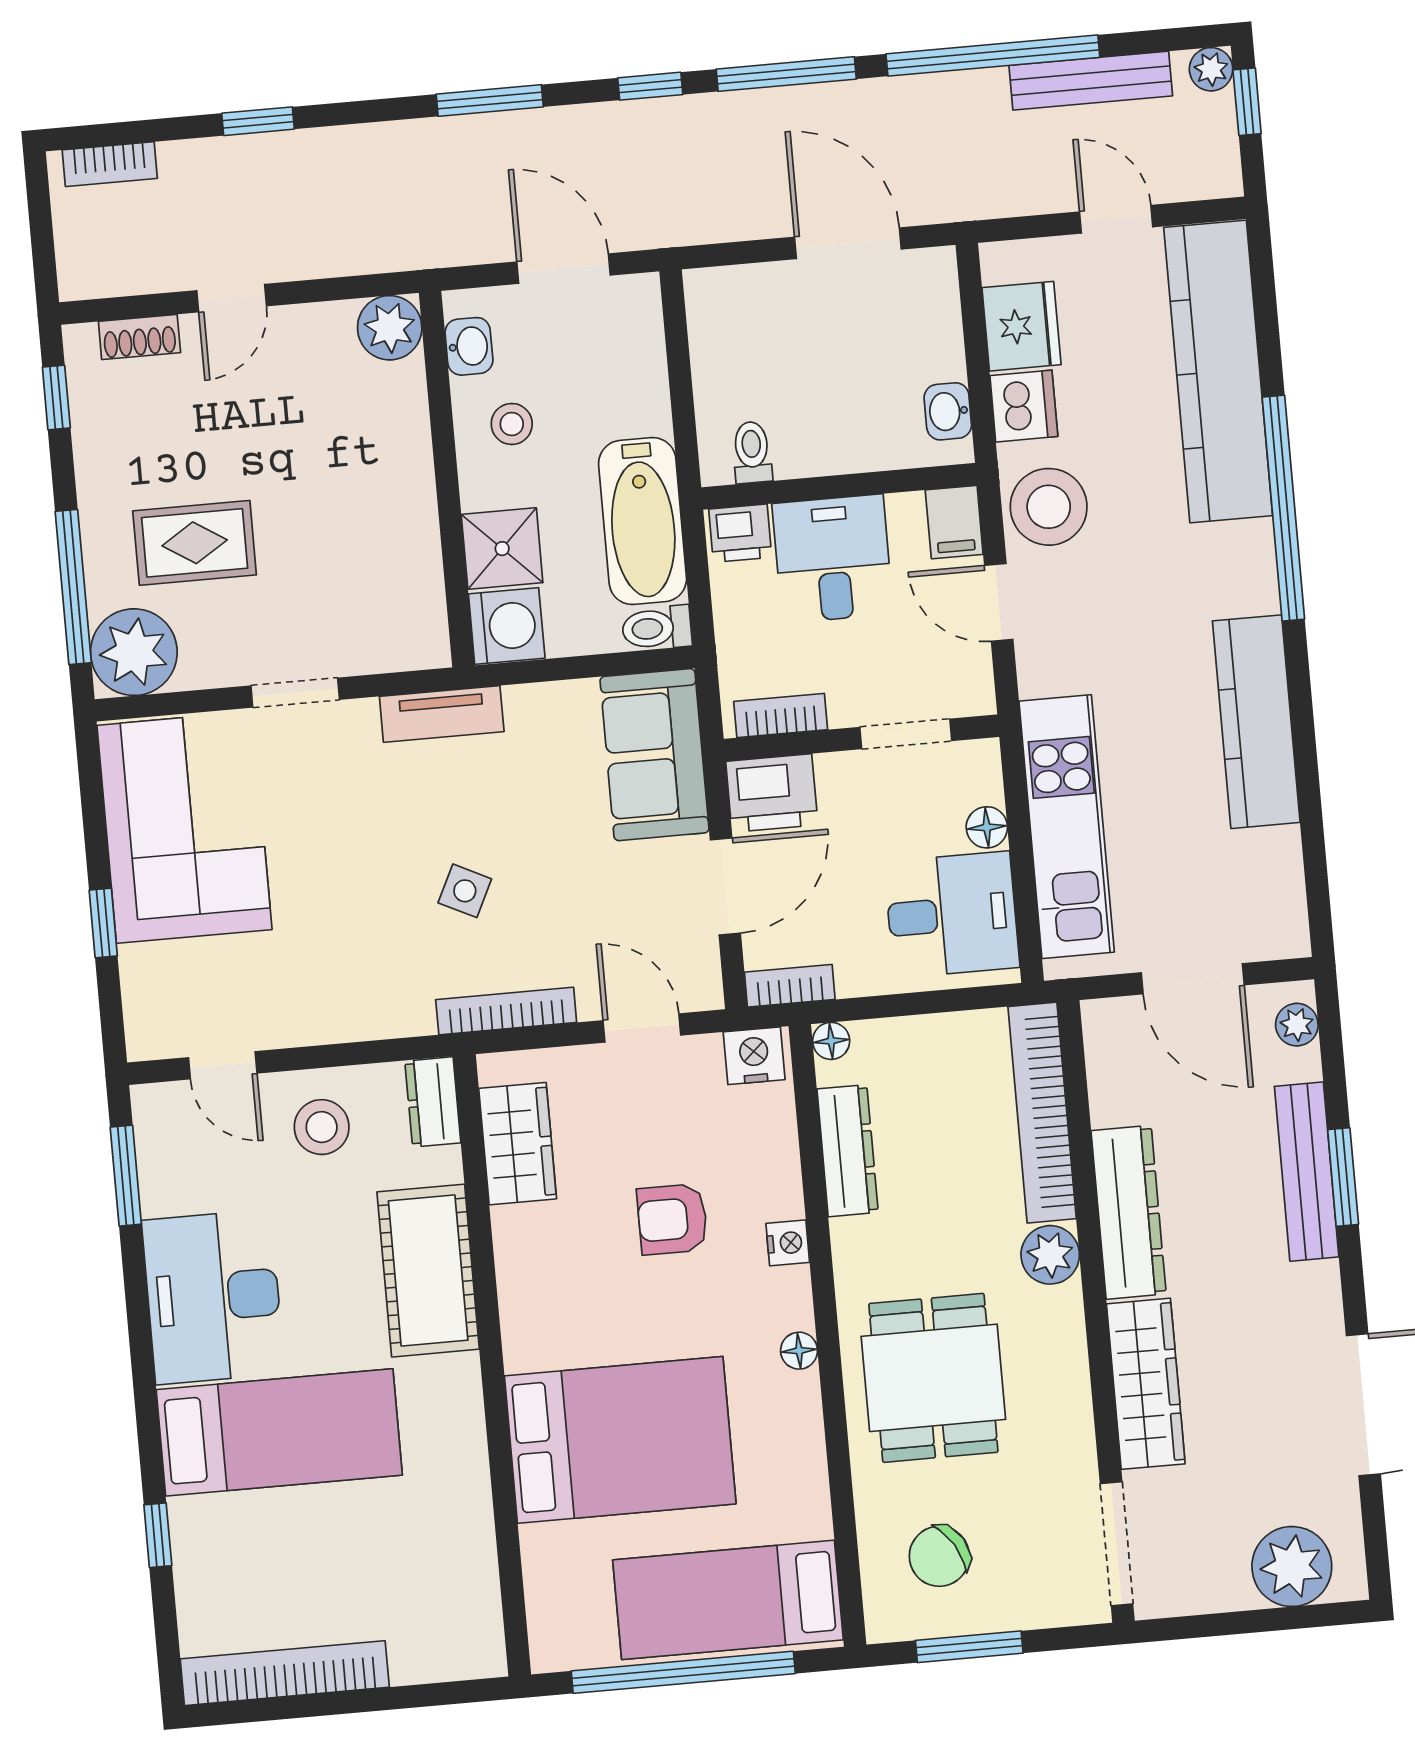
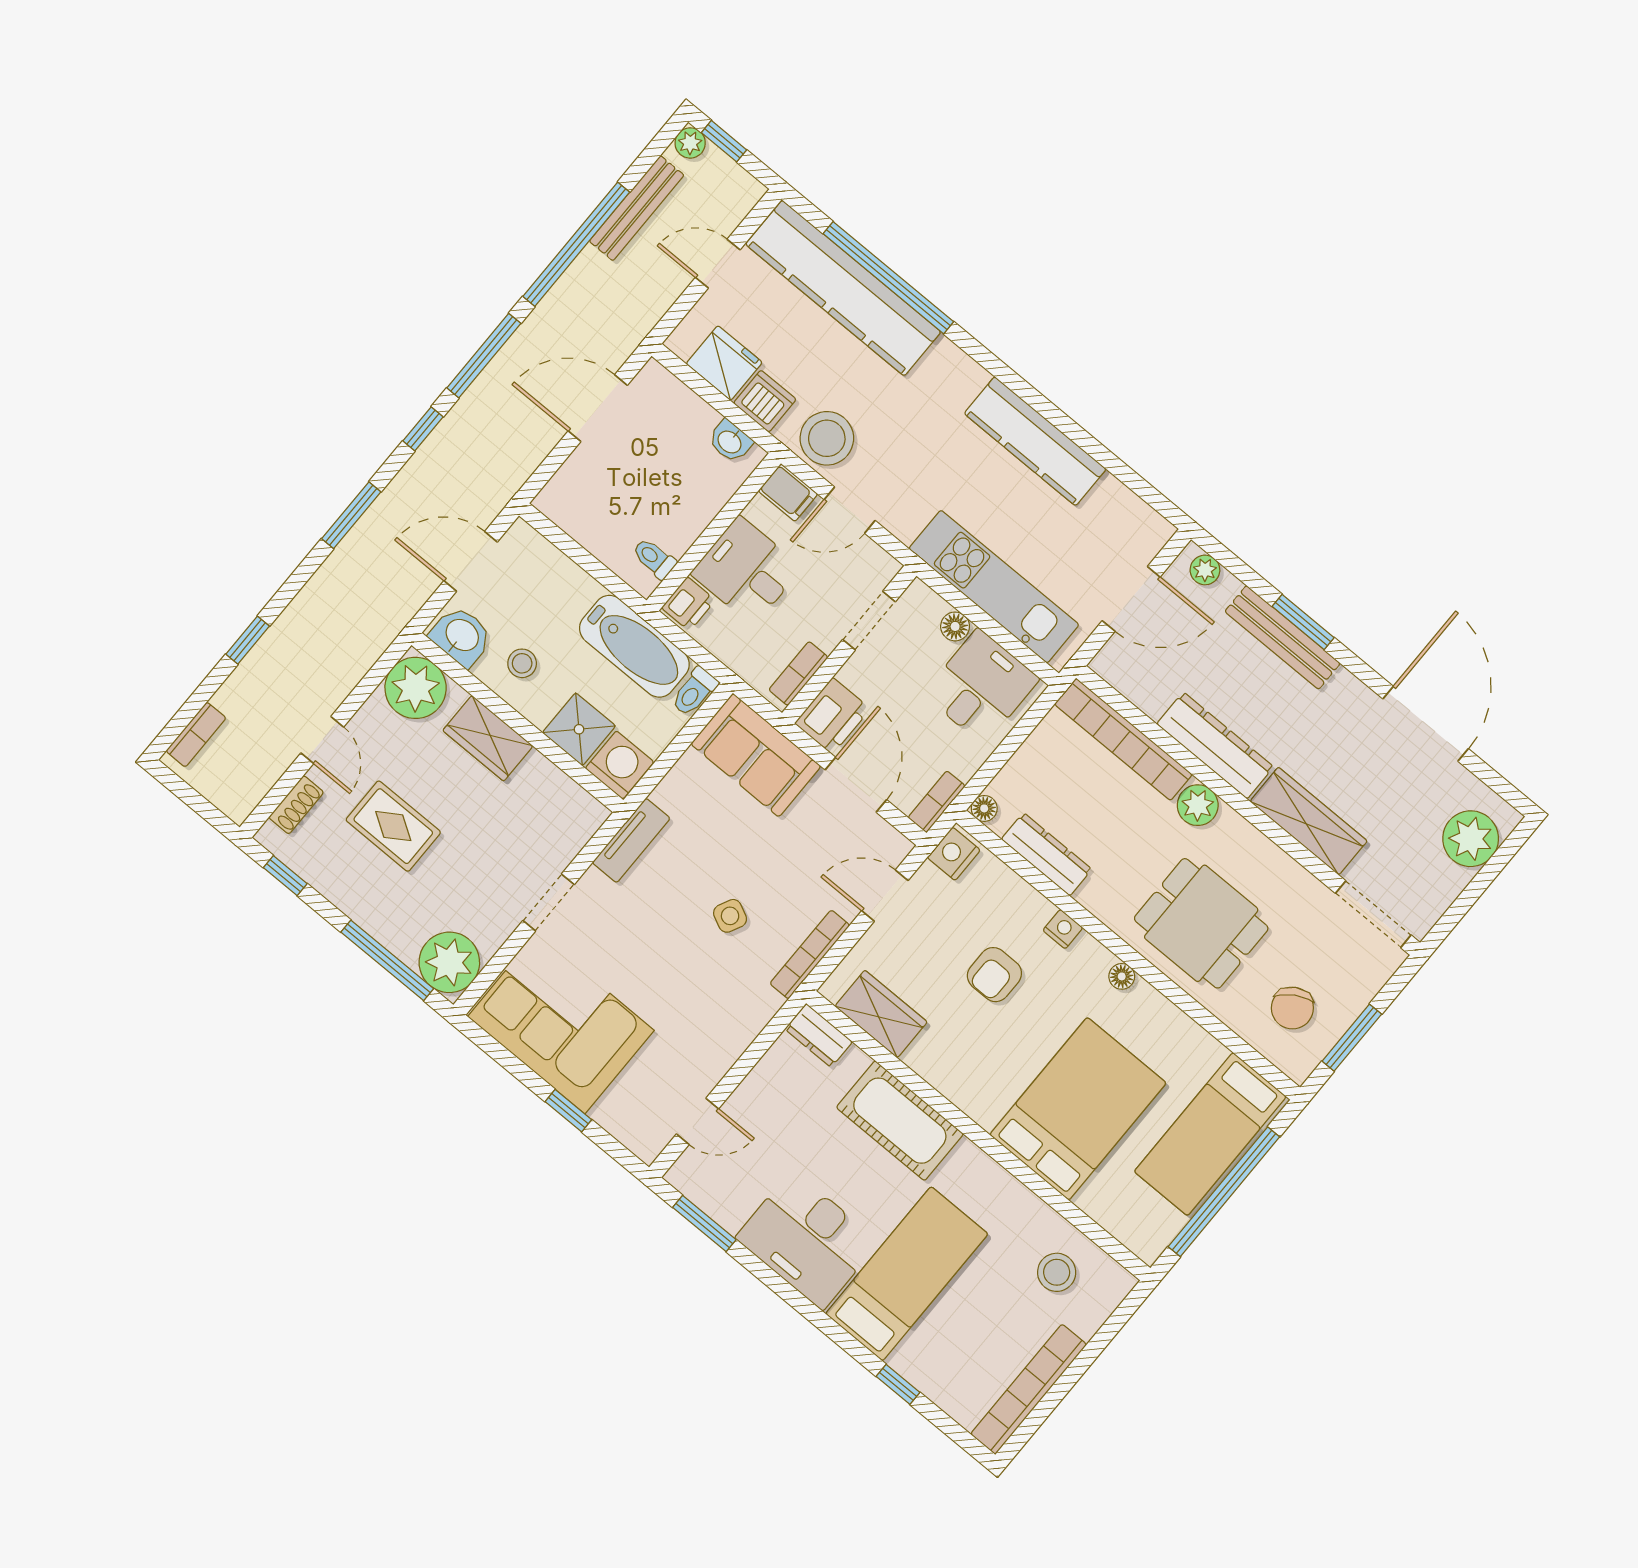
plant: (390, 328) -> (416, 688), width x1.36, depth x1.36
washbasin: (469, 346) -> (461, 636), width x1.38, depth x1.45
wardrobe: (401, 465) -> (488, 738), added
window: (1283, 508) -> (888, 278), moved
rug: (195, 543) -> (393, 826), moved, turned 90
stool: (322, 1127) -> (1057, 1272), moved

